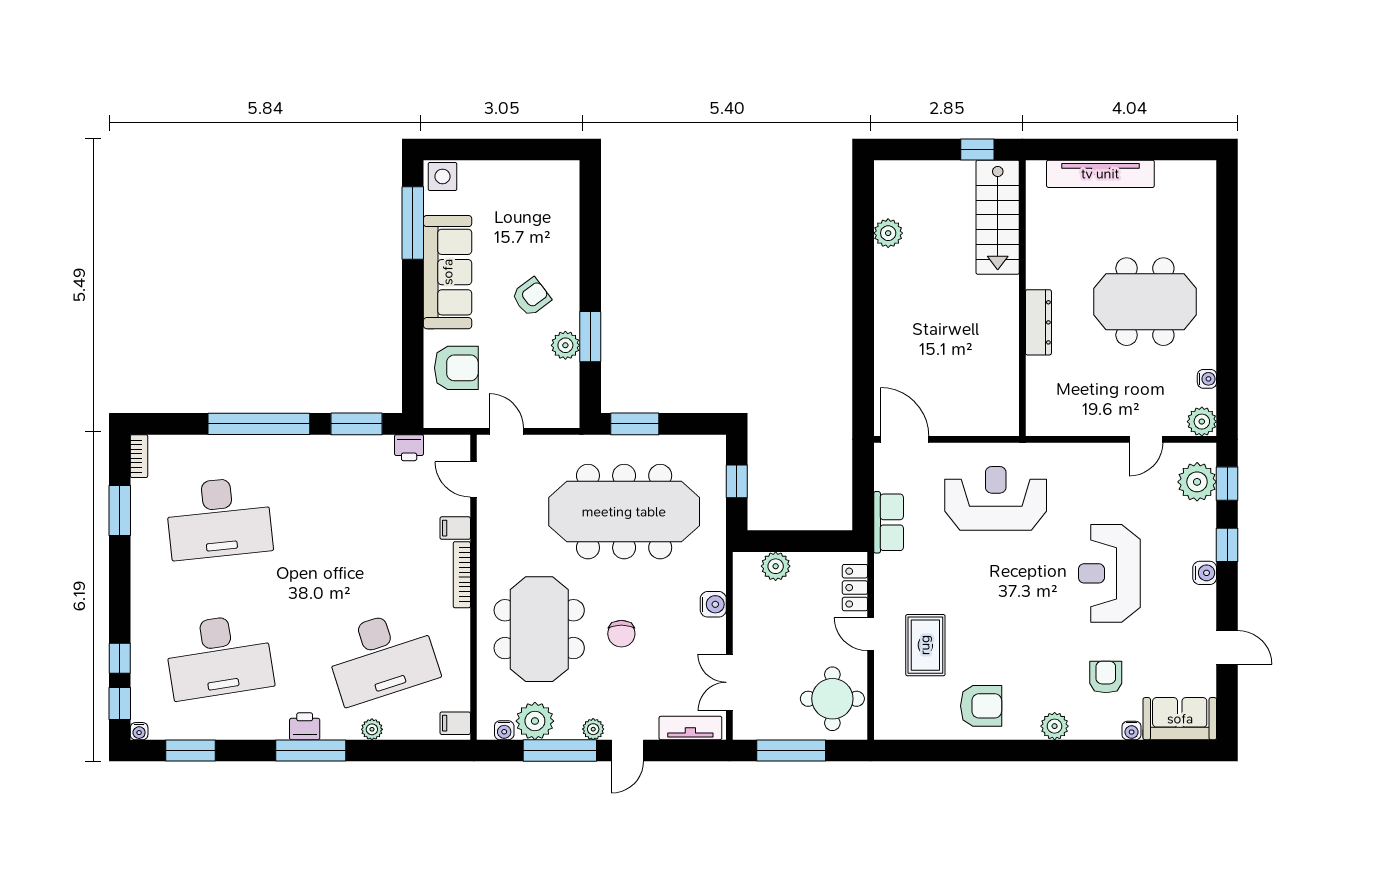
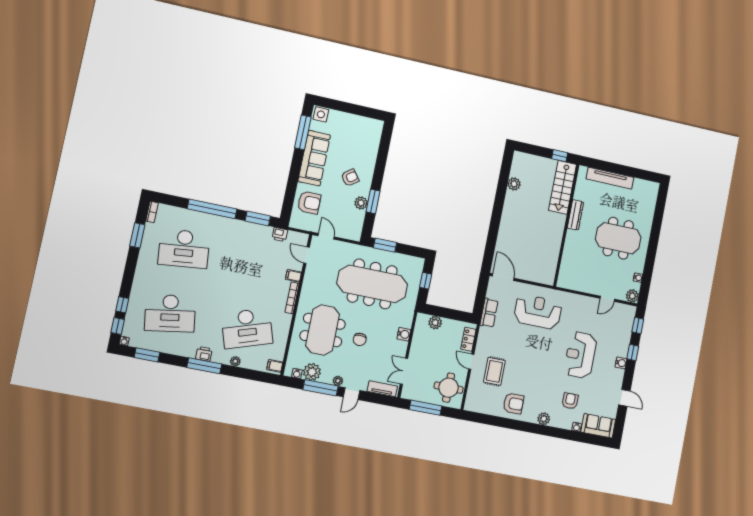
dresser: (1038, 322) -> (575, 215), moved
plant: (1197, 482) -> (625, 322), removed

